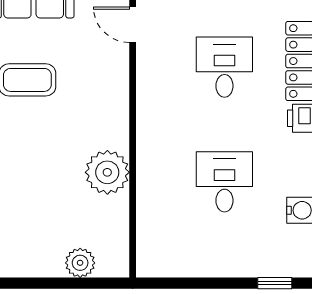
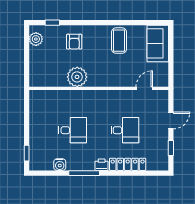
armchair: (30, 178) -> (74, 42), added
plant: (80, 263) -> (36, 39), moved

